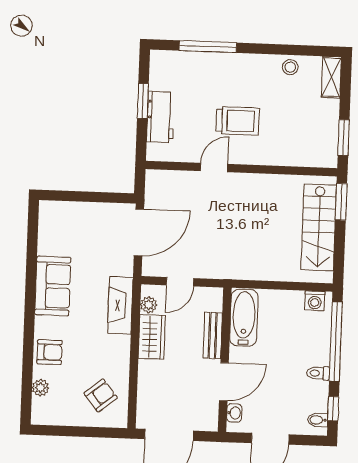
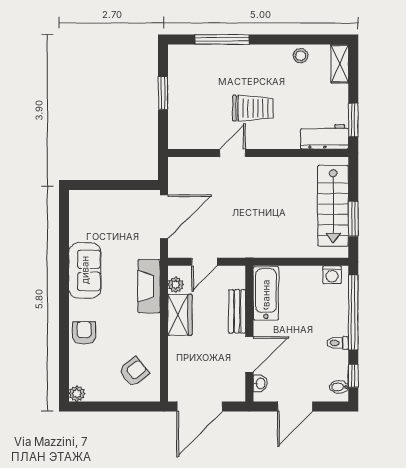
workbench: (161, 117) -> (324, 137), moved, turned -90
window: (341, 202) -> (353, 219), moved
armchair: (49, 352) -> (84, 333), turned -90
plant: (40, 388) -> (77, 393), moved

